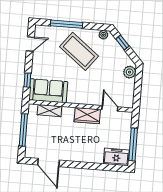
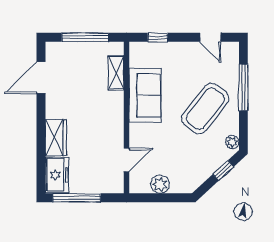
plant: (130, 72) -> (160, 184), moved
sofa: (48, 91) -> (145, 95), moved
wardrobe: (87, 116) -> (56, 137), moved, turned 180

